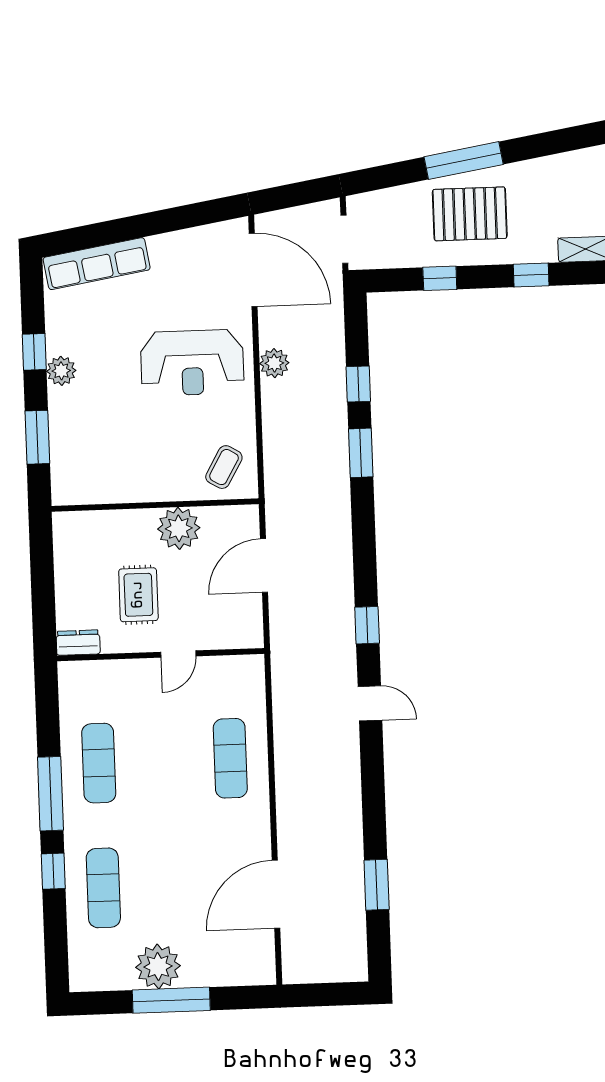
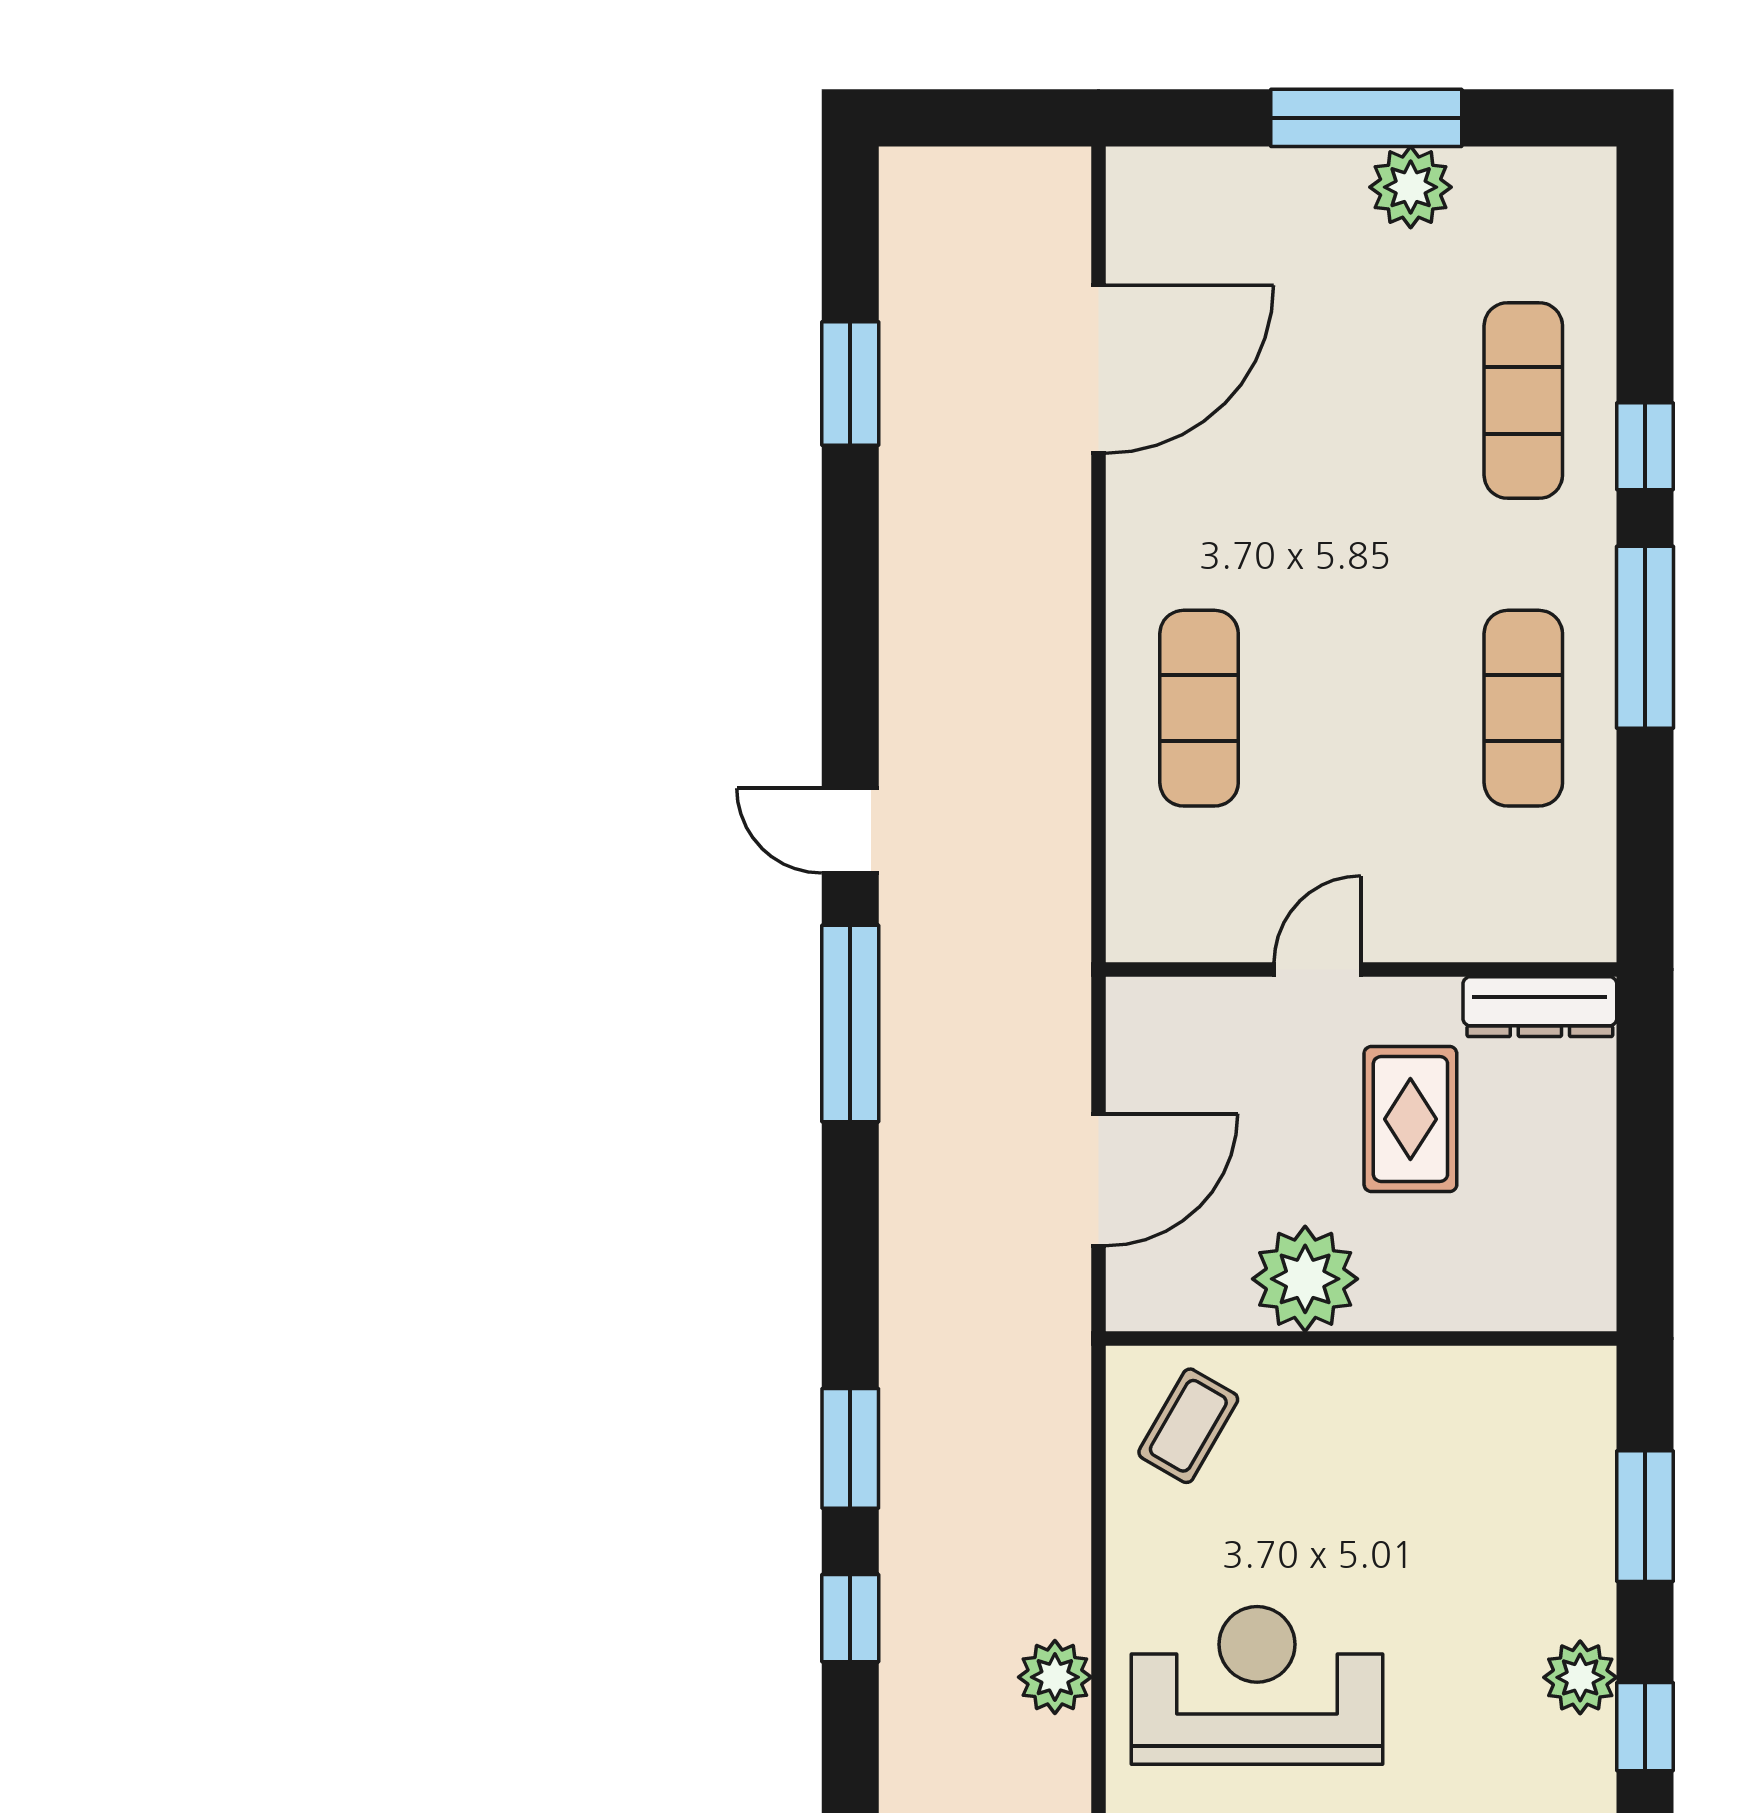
window: (367, 625) -> (850, 1024), width x2.17
dresser: (78, 643) -> (1540, 1007), width x1.44
plant: (158, 967) -> (1411, 187), width x0.73, depth x0.73

